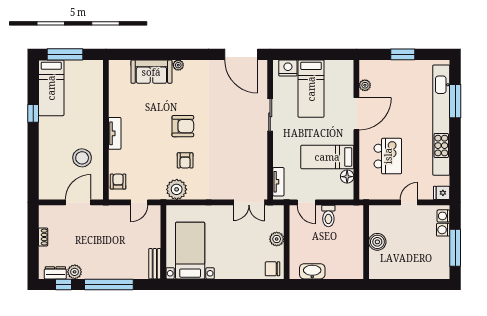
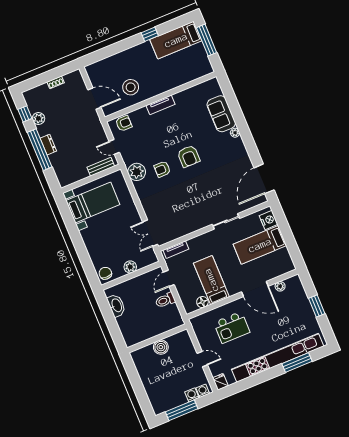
bench: (155, 264) -> (101, 167), moved
dresser: (55, 273) -> (48, 145), moved

